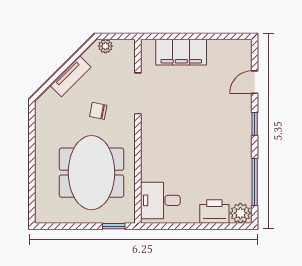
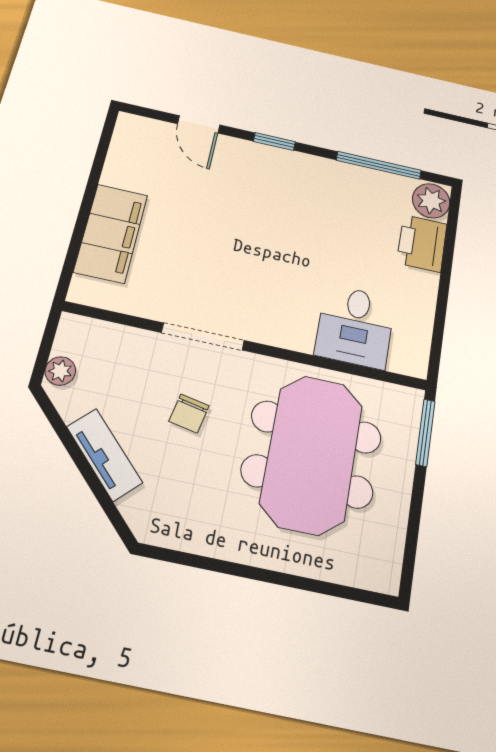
doorway: (138, 93) -> (203, 336), moved
meeting table: (92, 173) -> (312, 454), turned 90
desk: (160, 200) -> (355, 326), moved
window: (114, 226) -> (425, 433), width x1.50

